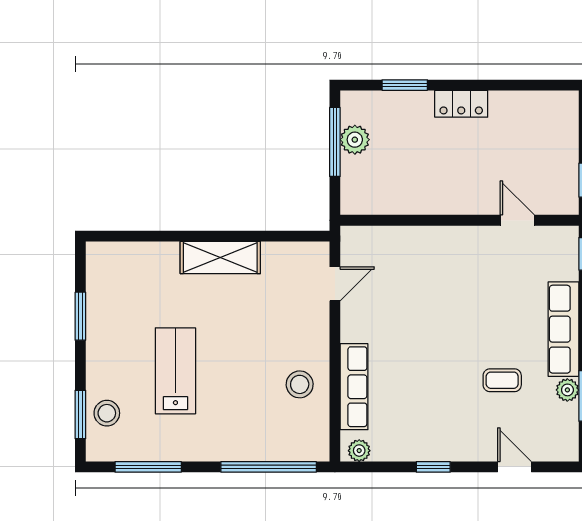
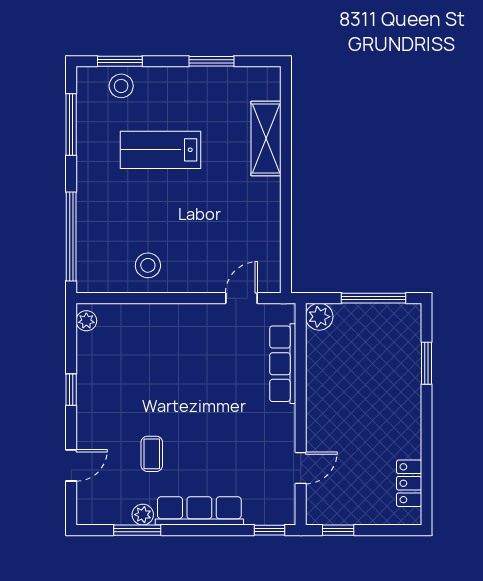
locker: (461, 104) -> (409, 483), moved
plant: (355, 140) -> (319, 317), moved
shelving: (220, 258) -> (266, 139), moved
door: (335, 284) -> (241, 298), swing flipped
lab bench: (175, 371) -> (161, 150), turned 180
row of seats: (354, 387) -> (283, 364), moved, turned 90

